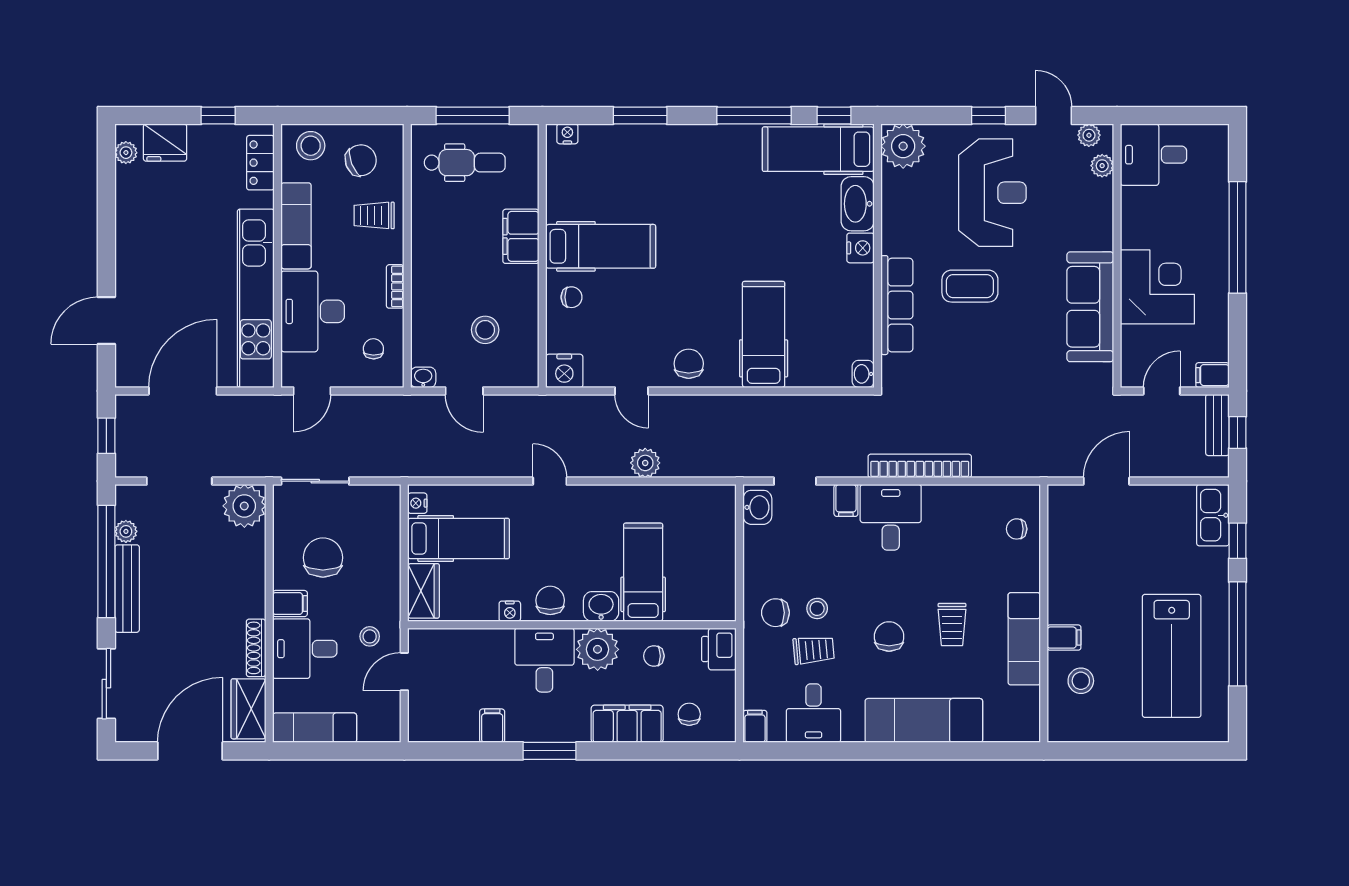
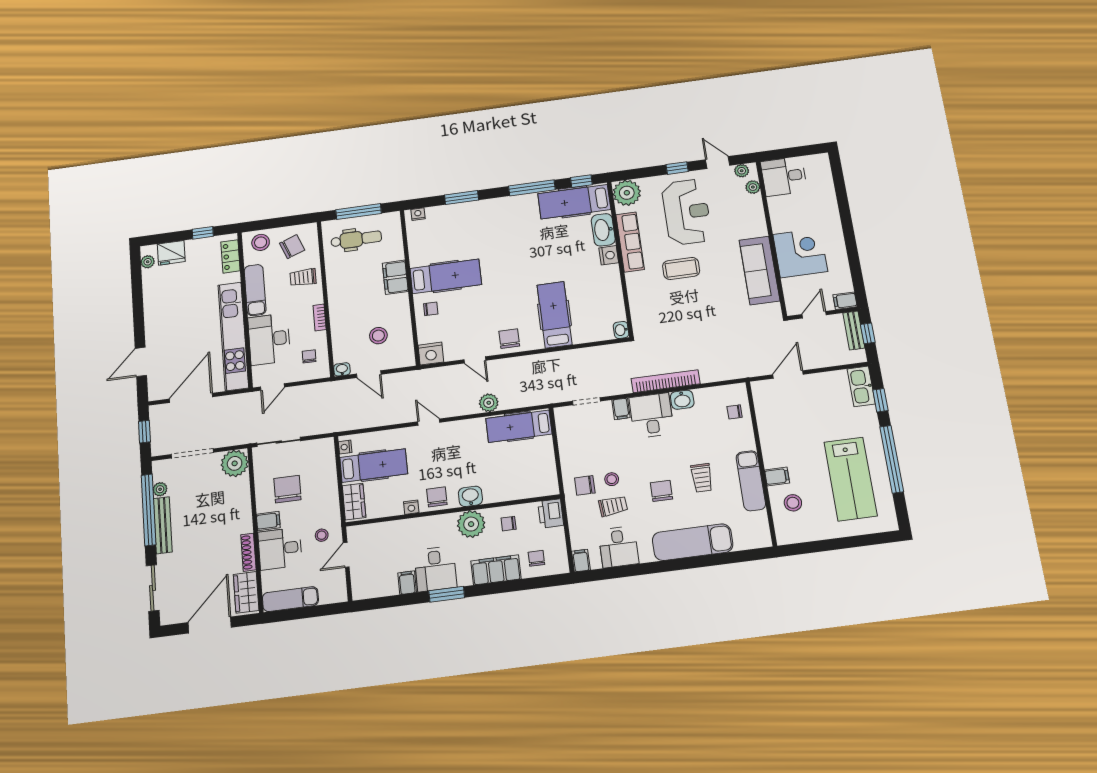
window: (1238, 237) -> (846, 217), removed
row of seats: (897, 305) -> (630, 242), moved
washbasin: (757, 507) -> (682, 400), moved, turned 90
hospital bed: (643, 572) -> (519, 426), moved, turned -90
desk: (544, 660) -> (435, 569), moved, turned 180

